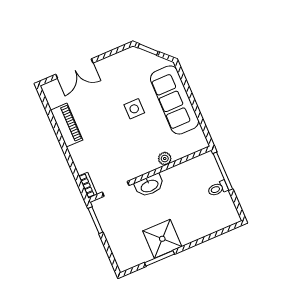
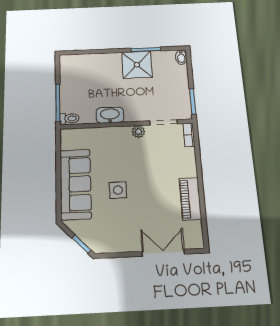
plant: (165, 159) -> (138, 132), moved
washbasin: (149, 186) -> (110, 115), moved
toilet: (218, 189) -> (69, 118), moved
bidet: (122, 263) -> (181, 57), added

